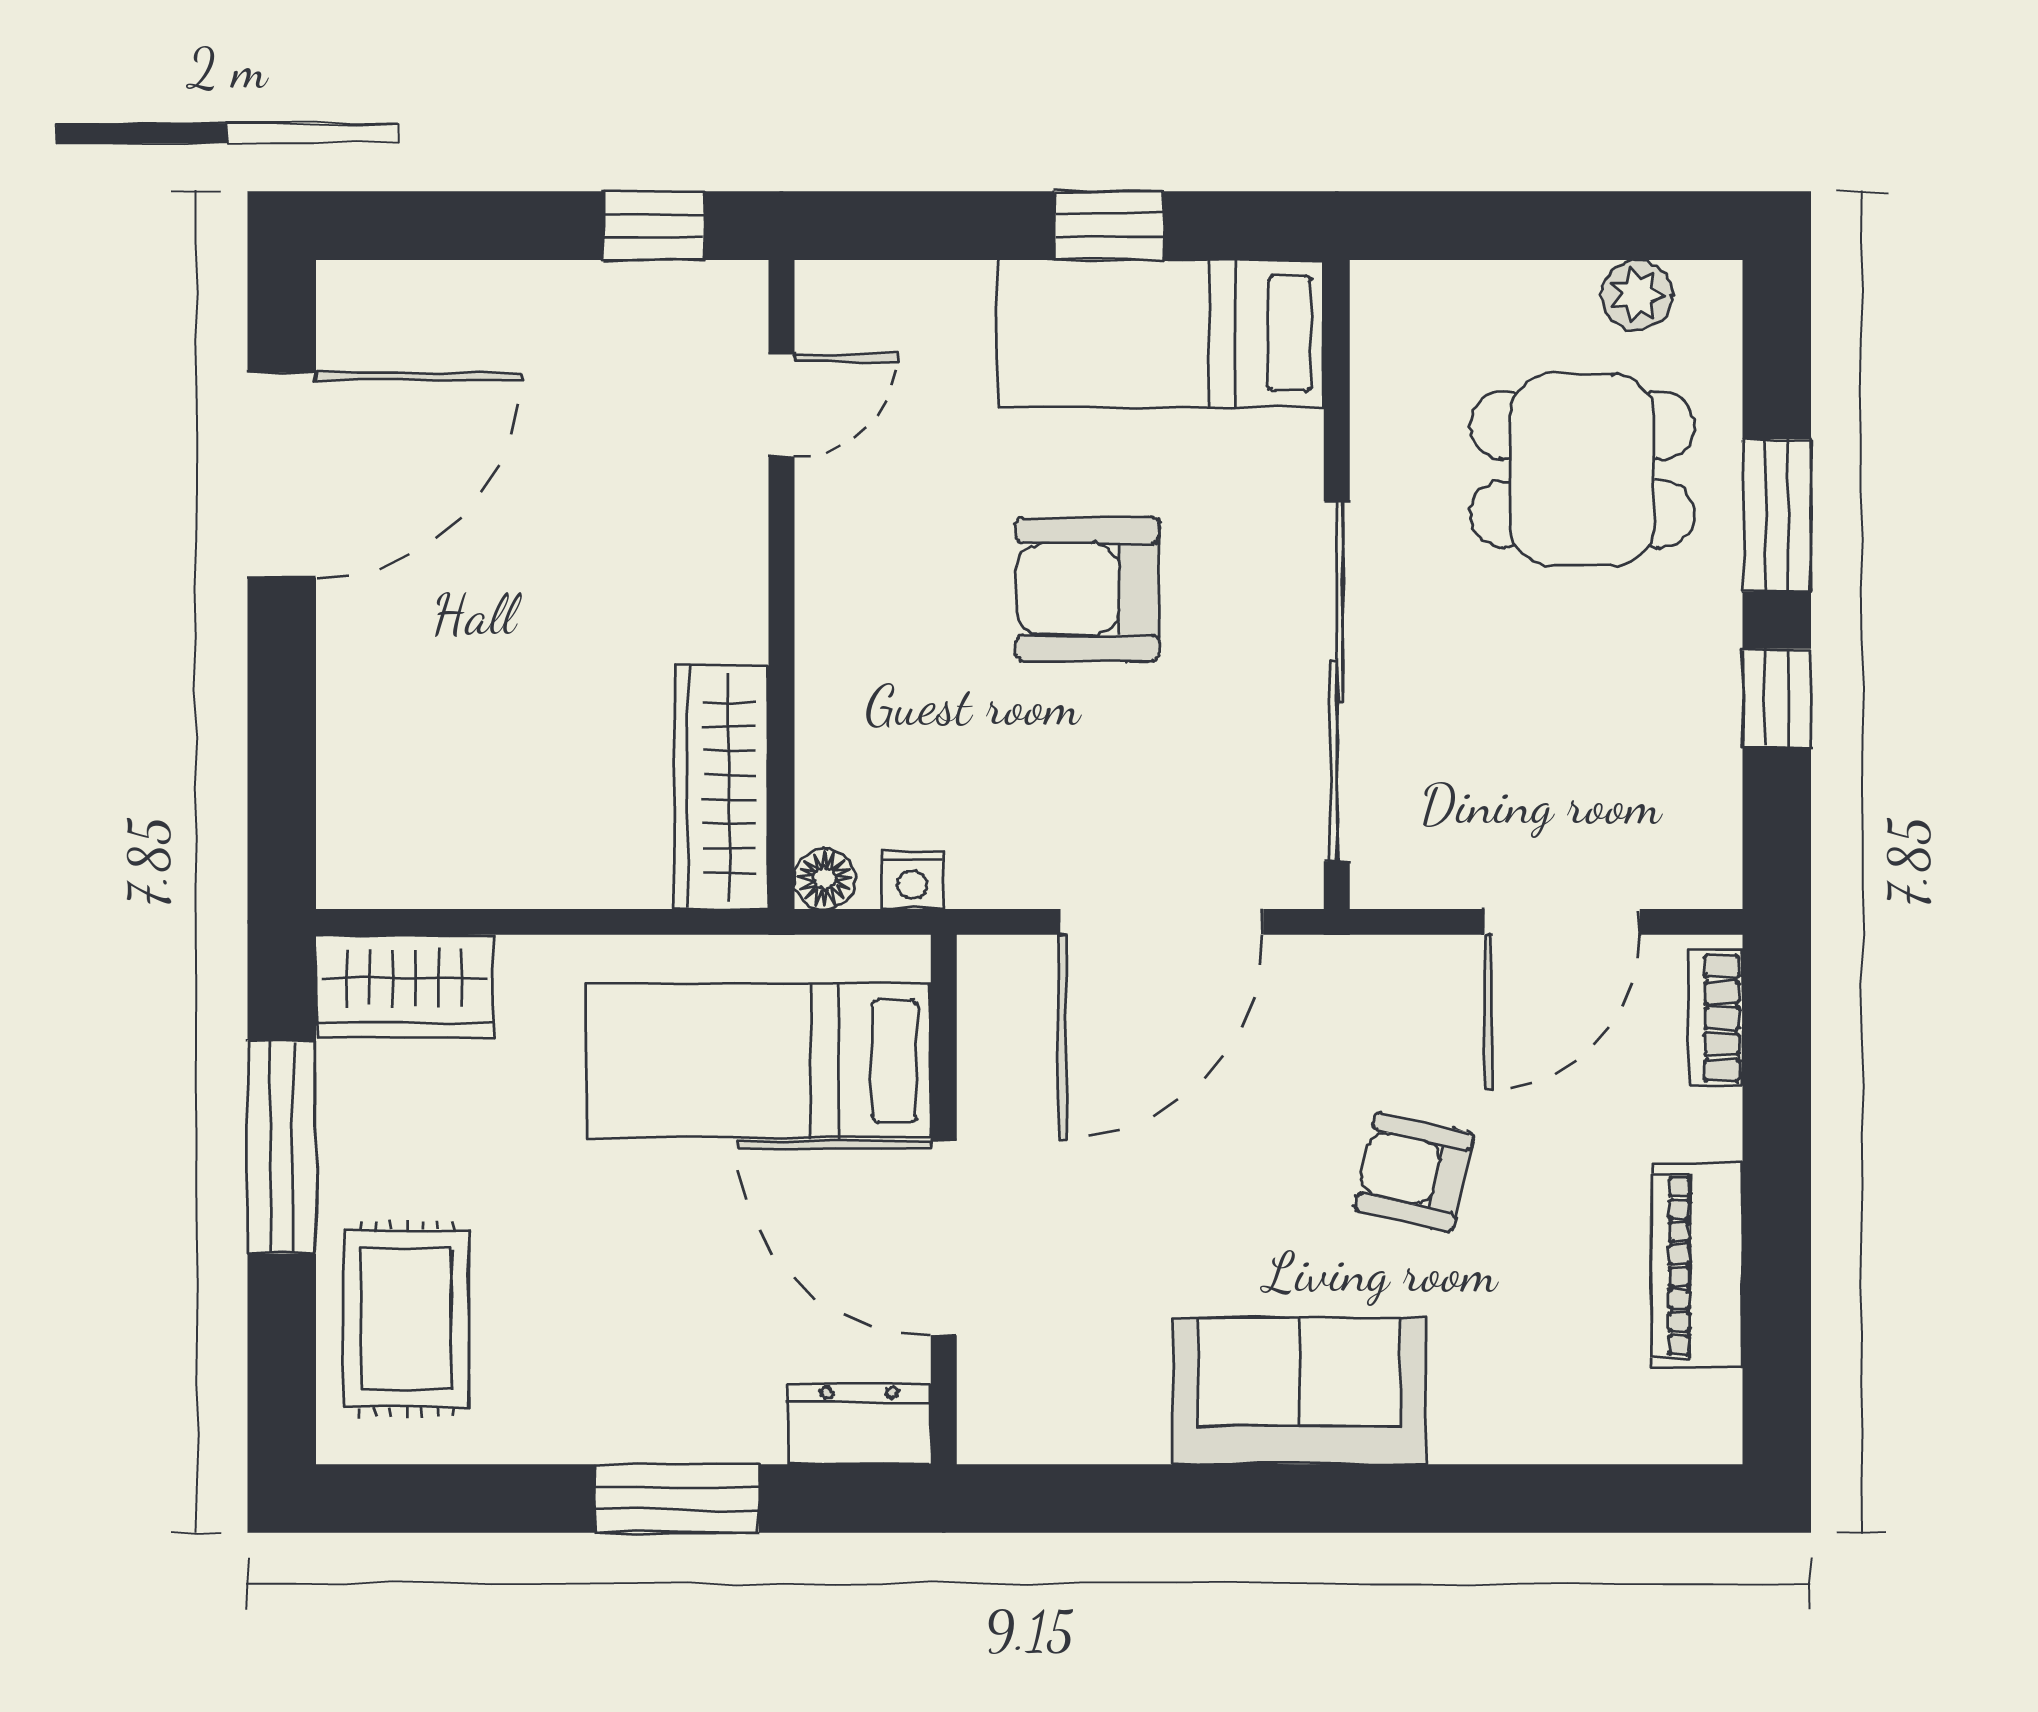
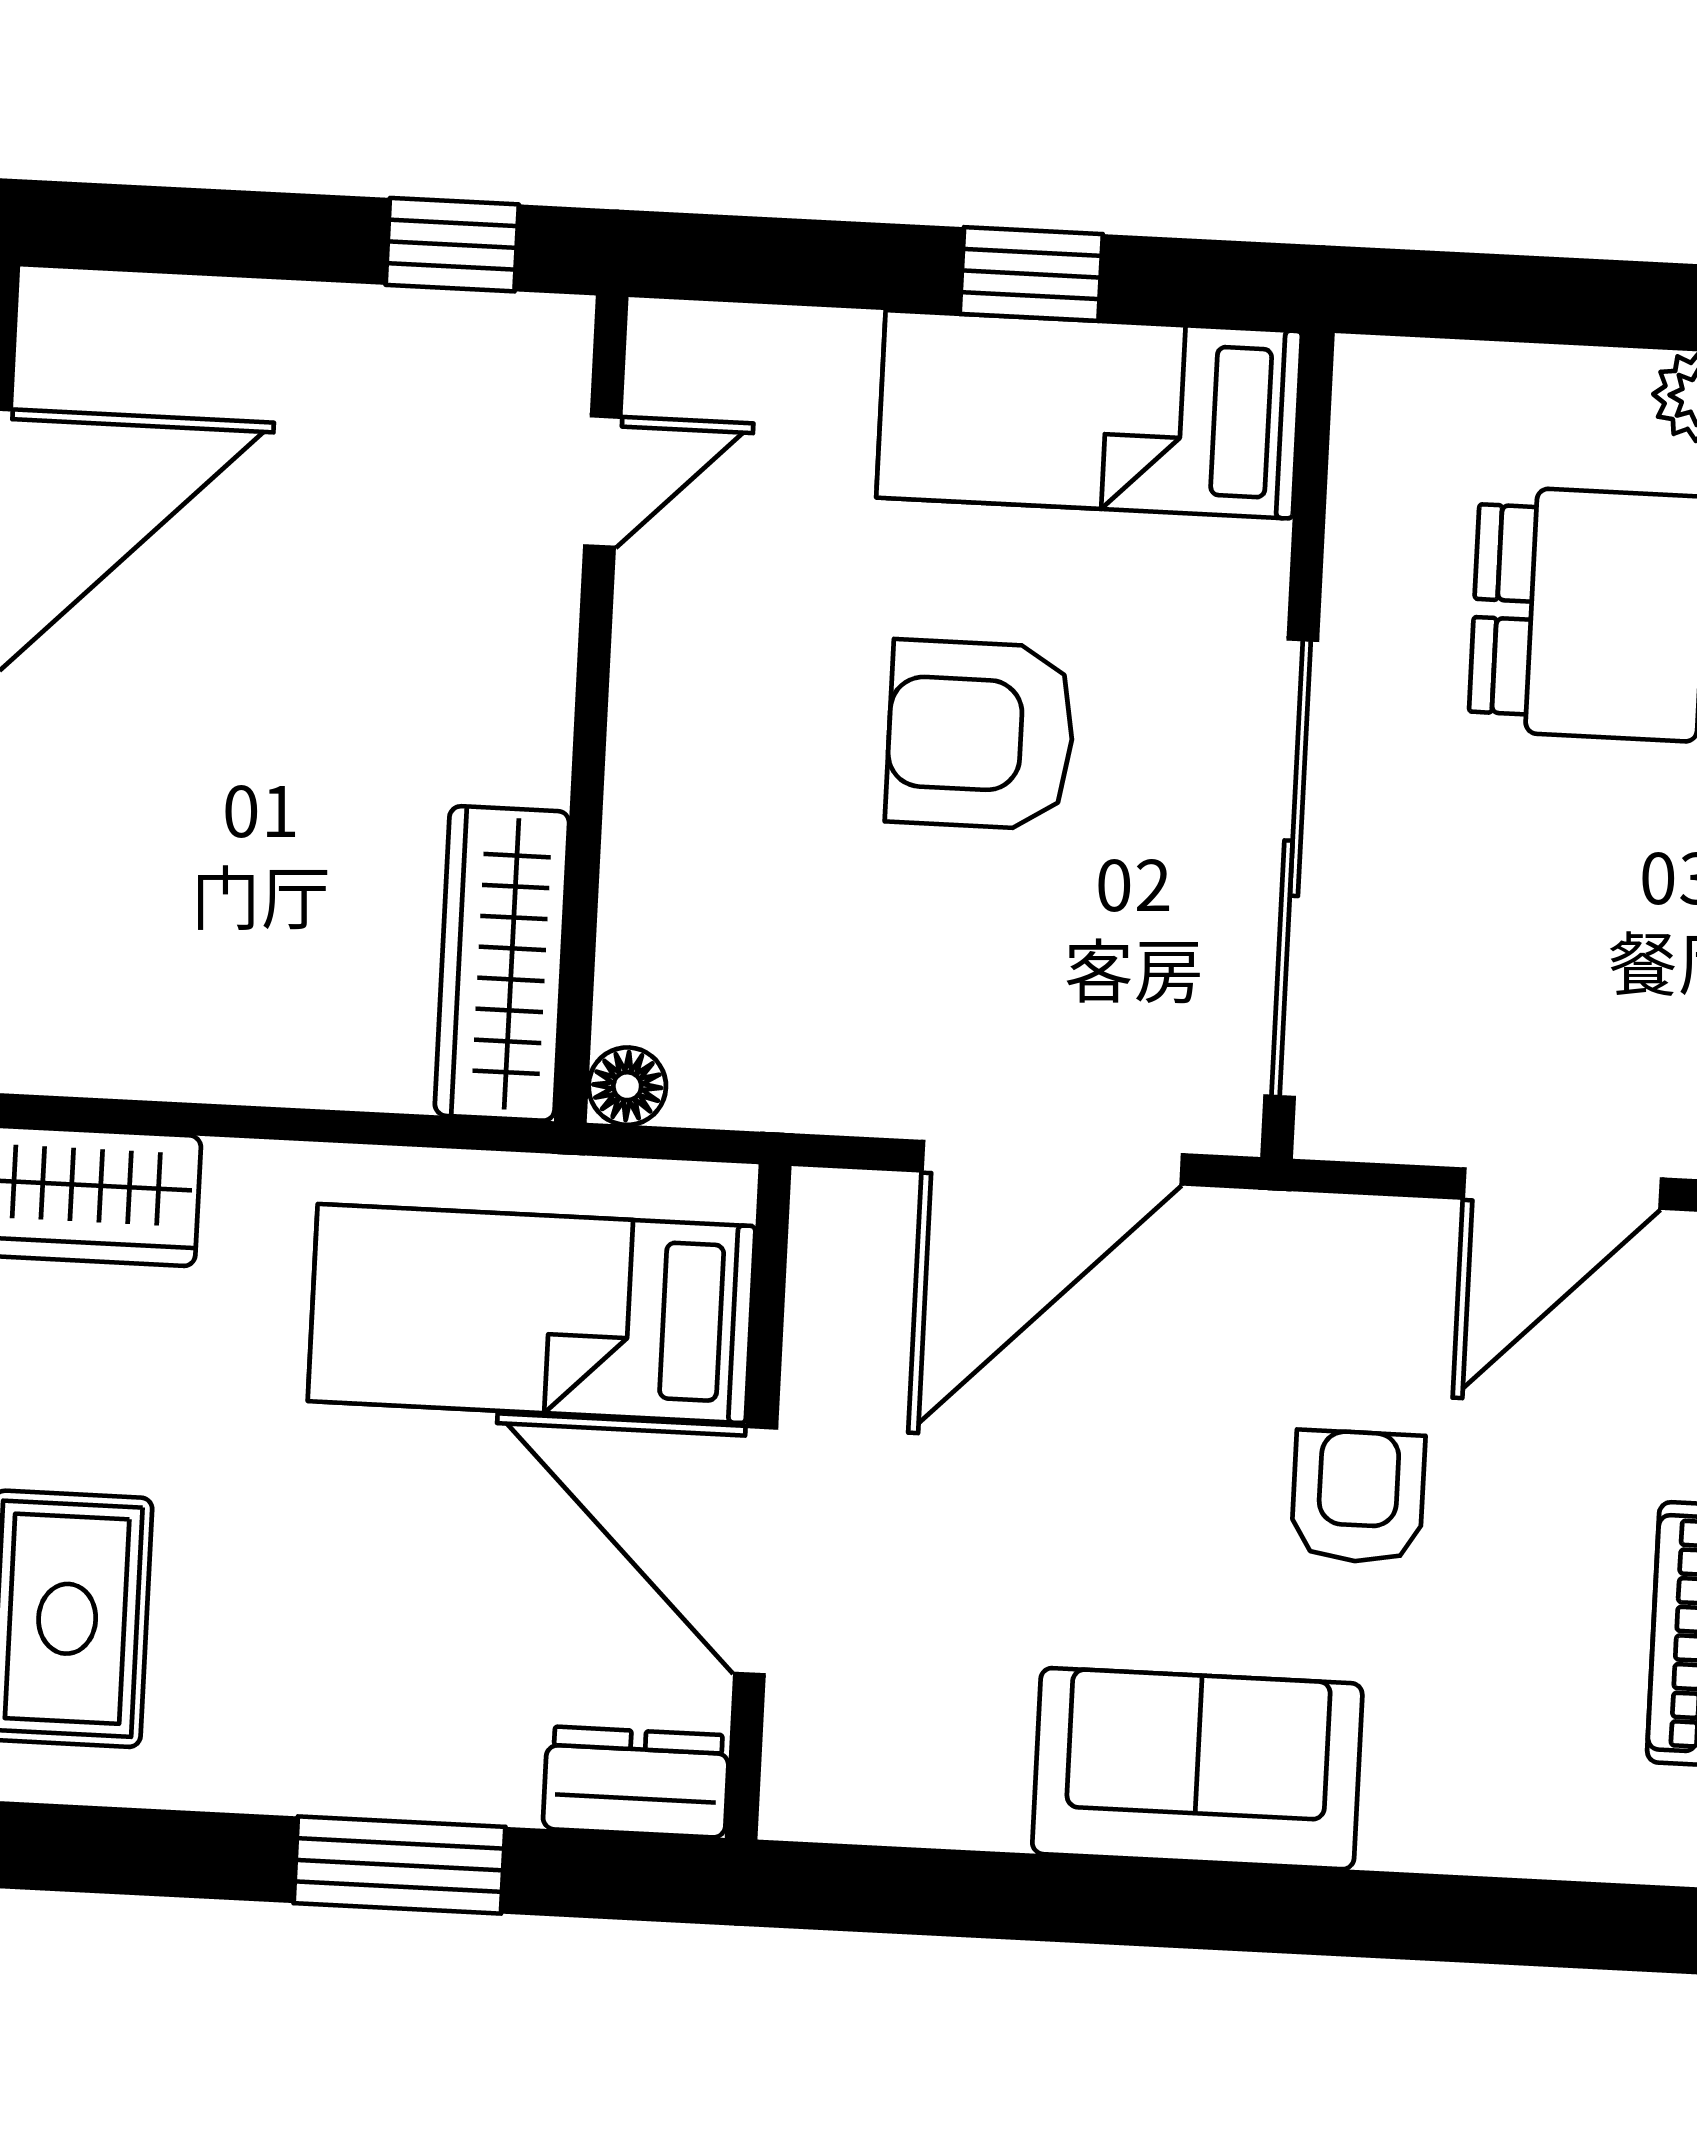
nightstand: (913, 880) -> (739, 1093), removed
armchair: (1414, 1172) -> (1358, 1497), turned 77

